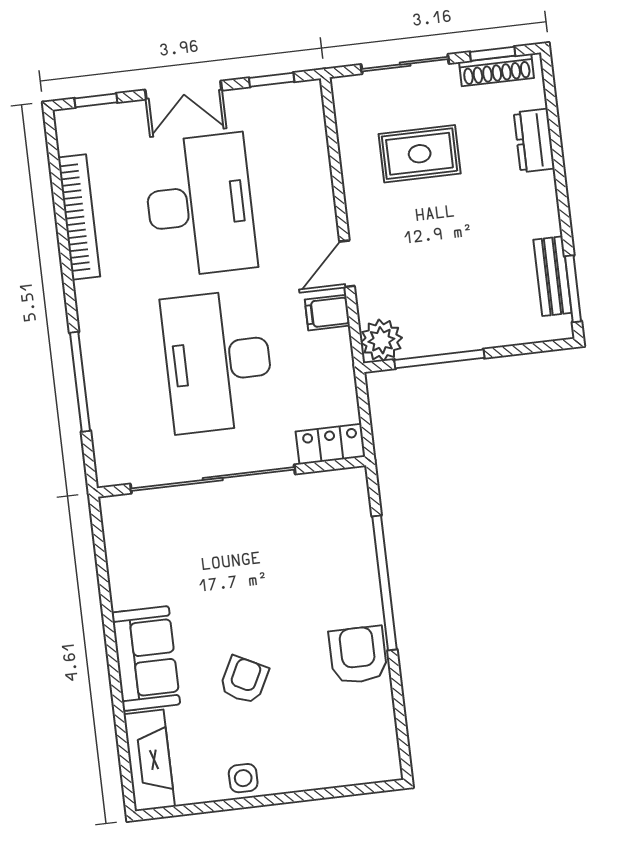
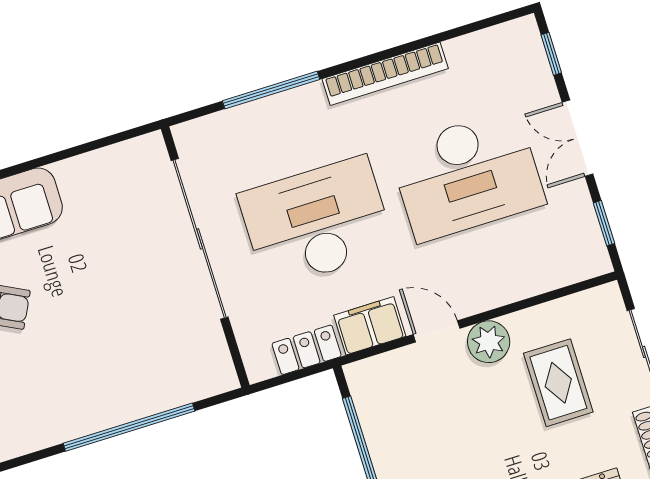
bookcase: (79, 217) -> (385, 74), moved
filing cabinet: (327, 313) -> (370, 326), width x2.00
plant: (381, 340) -> (489, 342), moved
locker: (331, 444) -> (307, 350), moved, turned -90
armchair: (358, 655) -> (53, 414), removed

